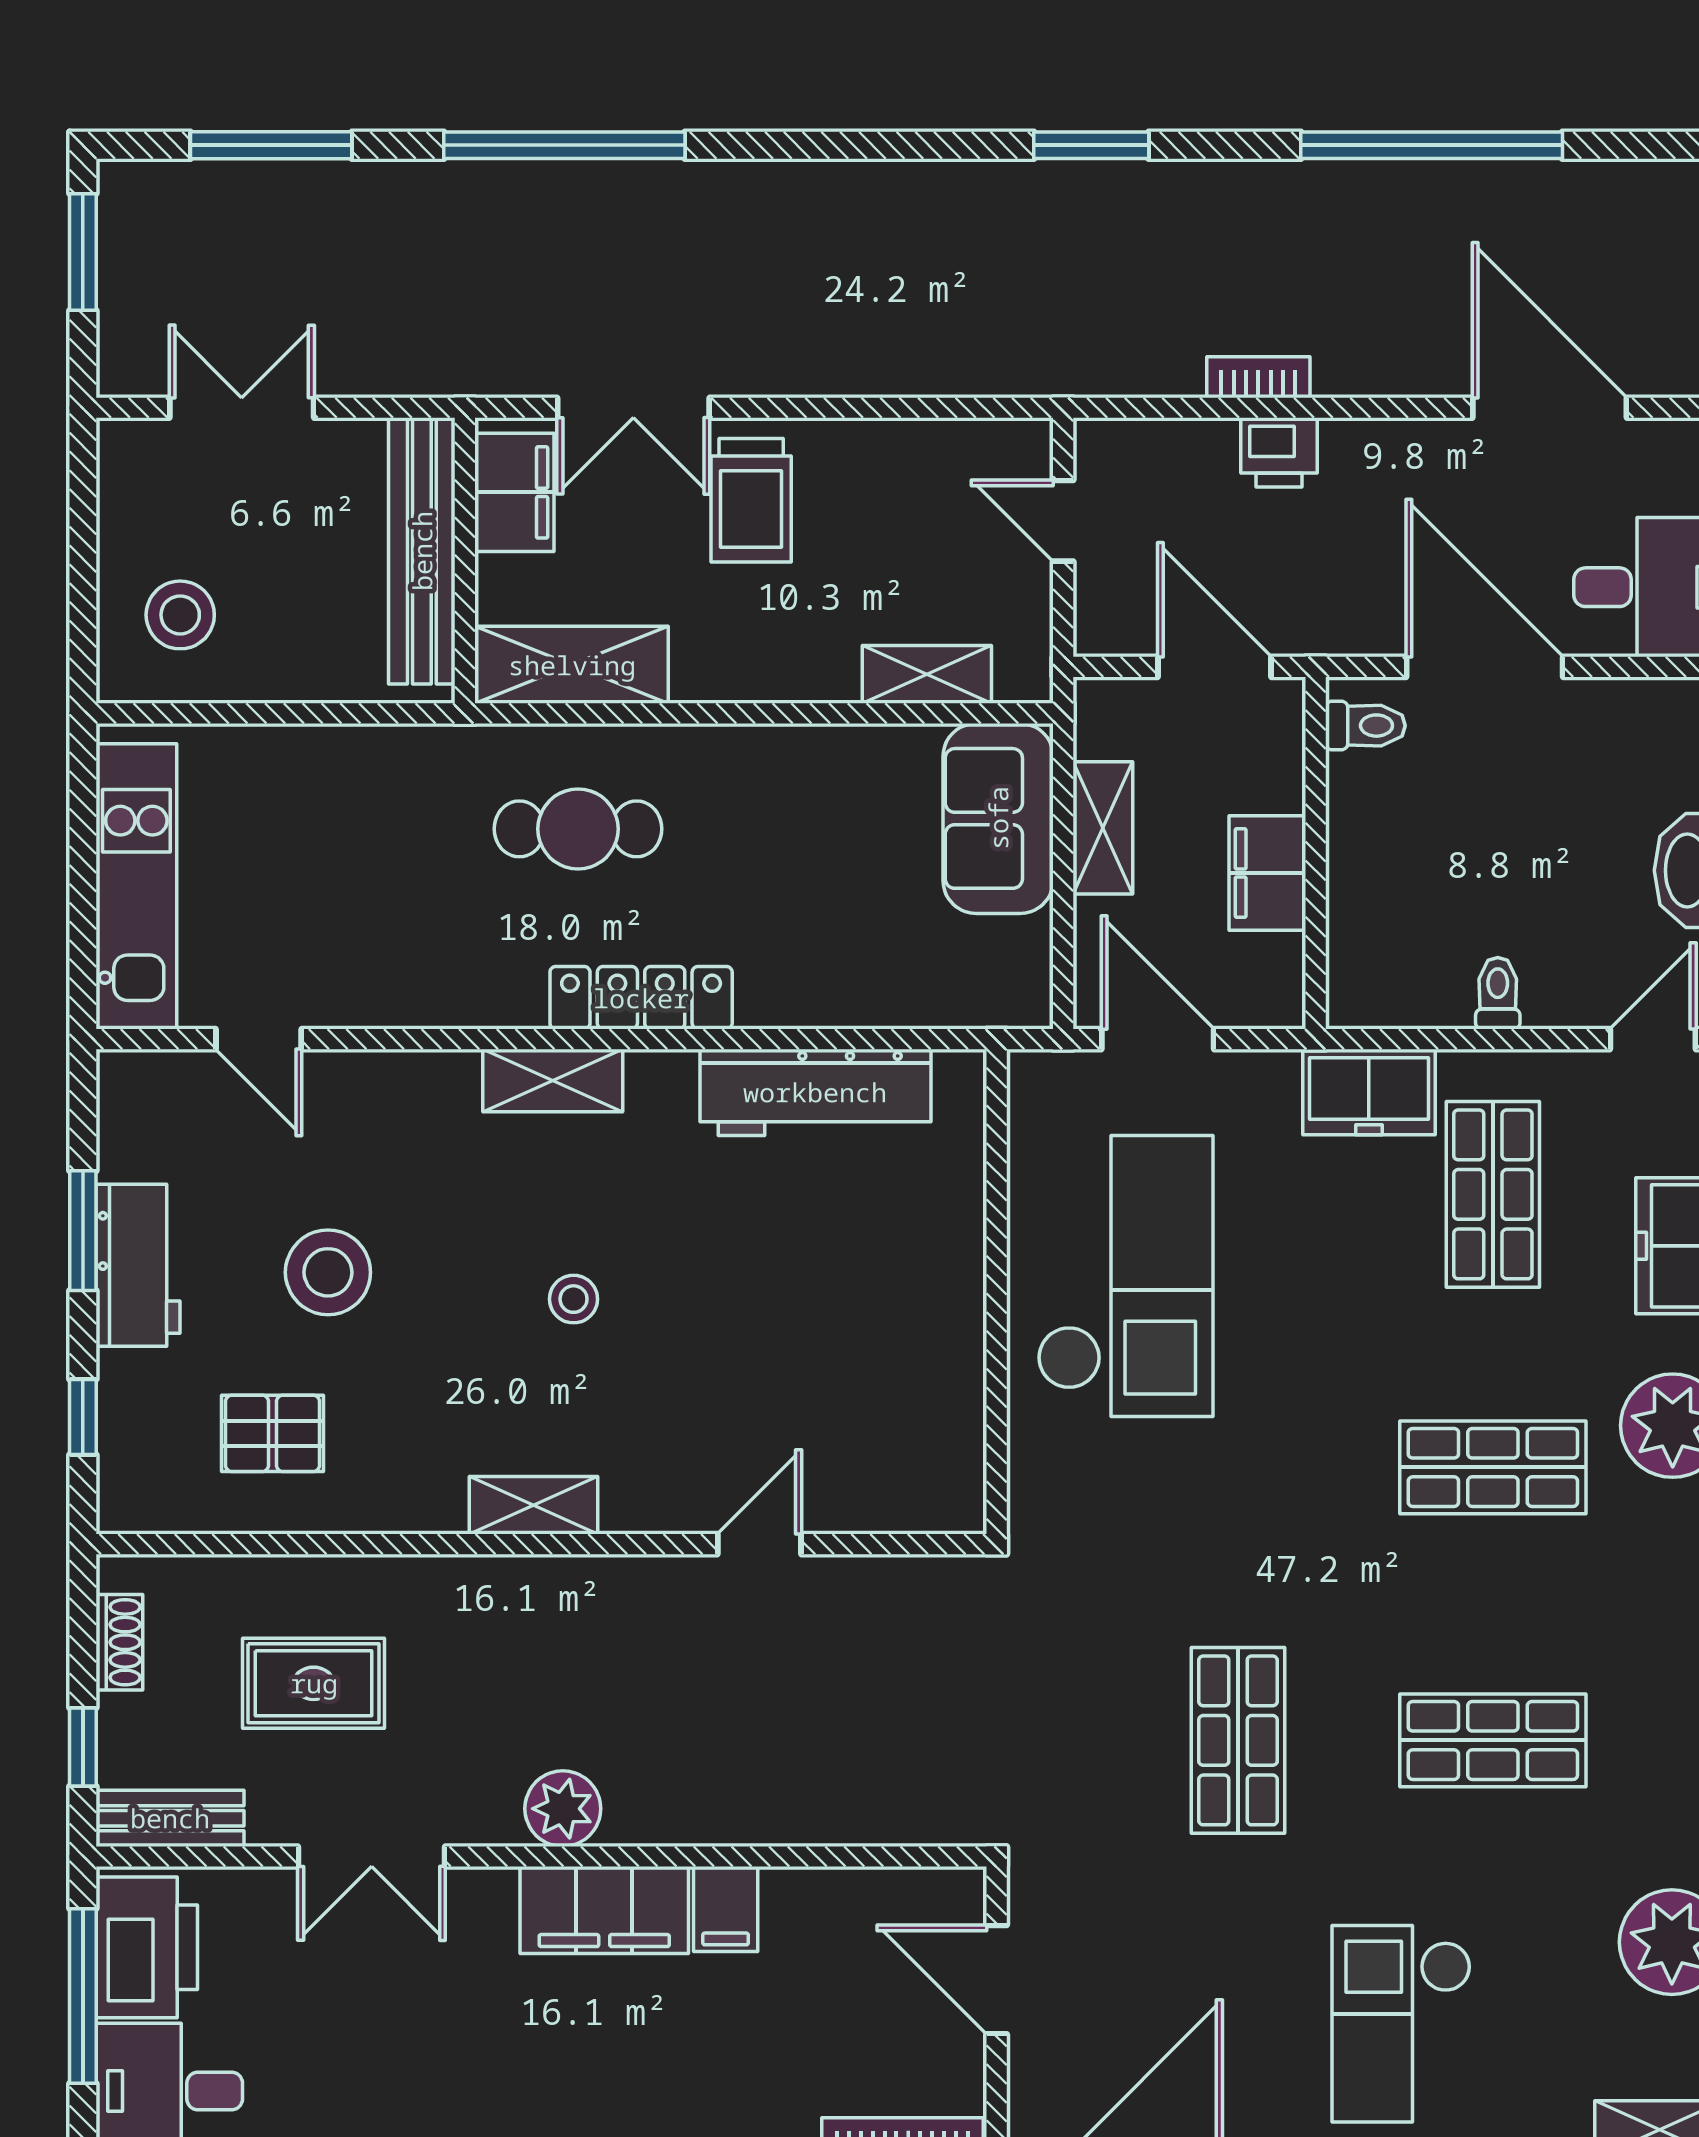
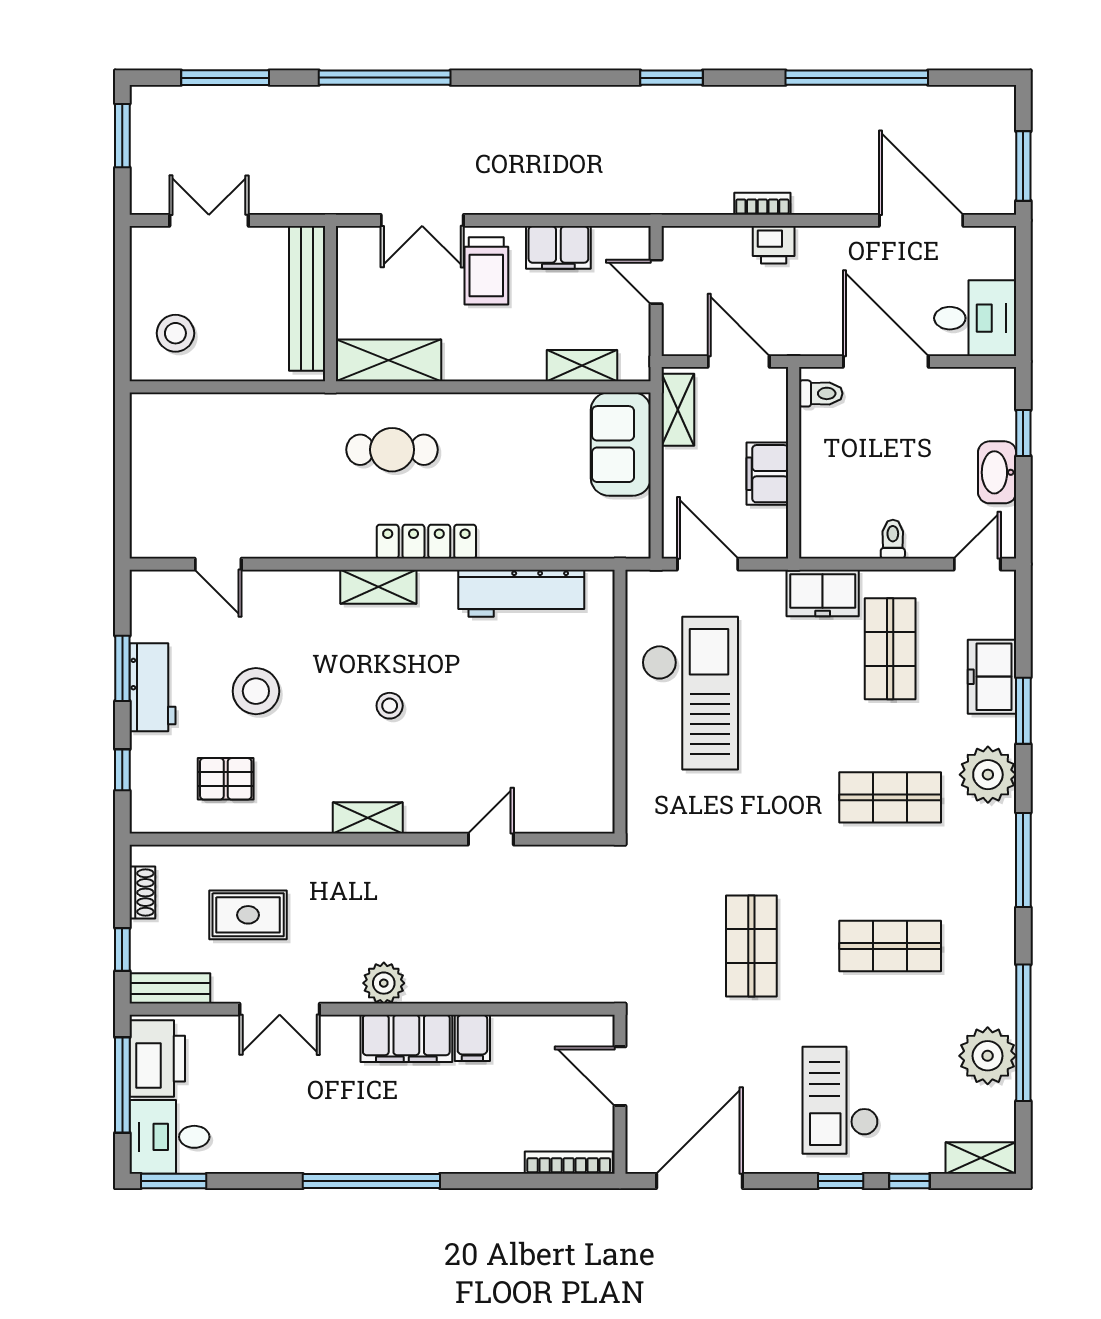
filing cabinet: (514, 492) -> (558, 247), moved, turned 90
shelving: (1103, 828) -> (678, 410), moved
kitchen unit: (136, 886) -> (152, 481), removed

